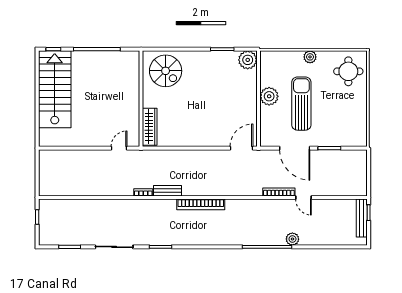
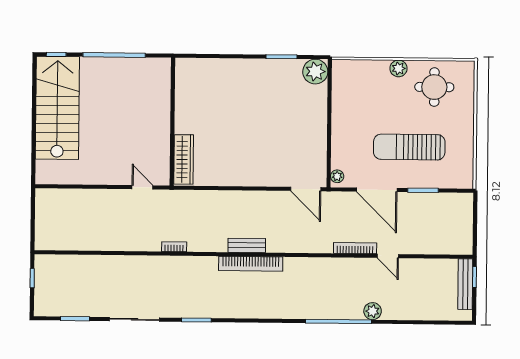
spiral stairs: (166, 71) -> (206, 85), removed
round table: (348, 71) -> (434, 87), moved
plant: (269, 96) -> (337, 176), moved, width x0.53, depth x0.53
sun lounger: (301, 104) -> (409, 147), moved, turned -90
door: (119, 148) -> (142, 187), hinge flipped
door: (241, 148) -> (306, 189), swing flipped
bench: (167, 191) -> (247, 245), moved

